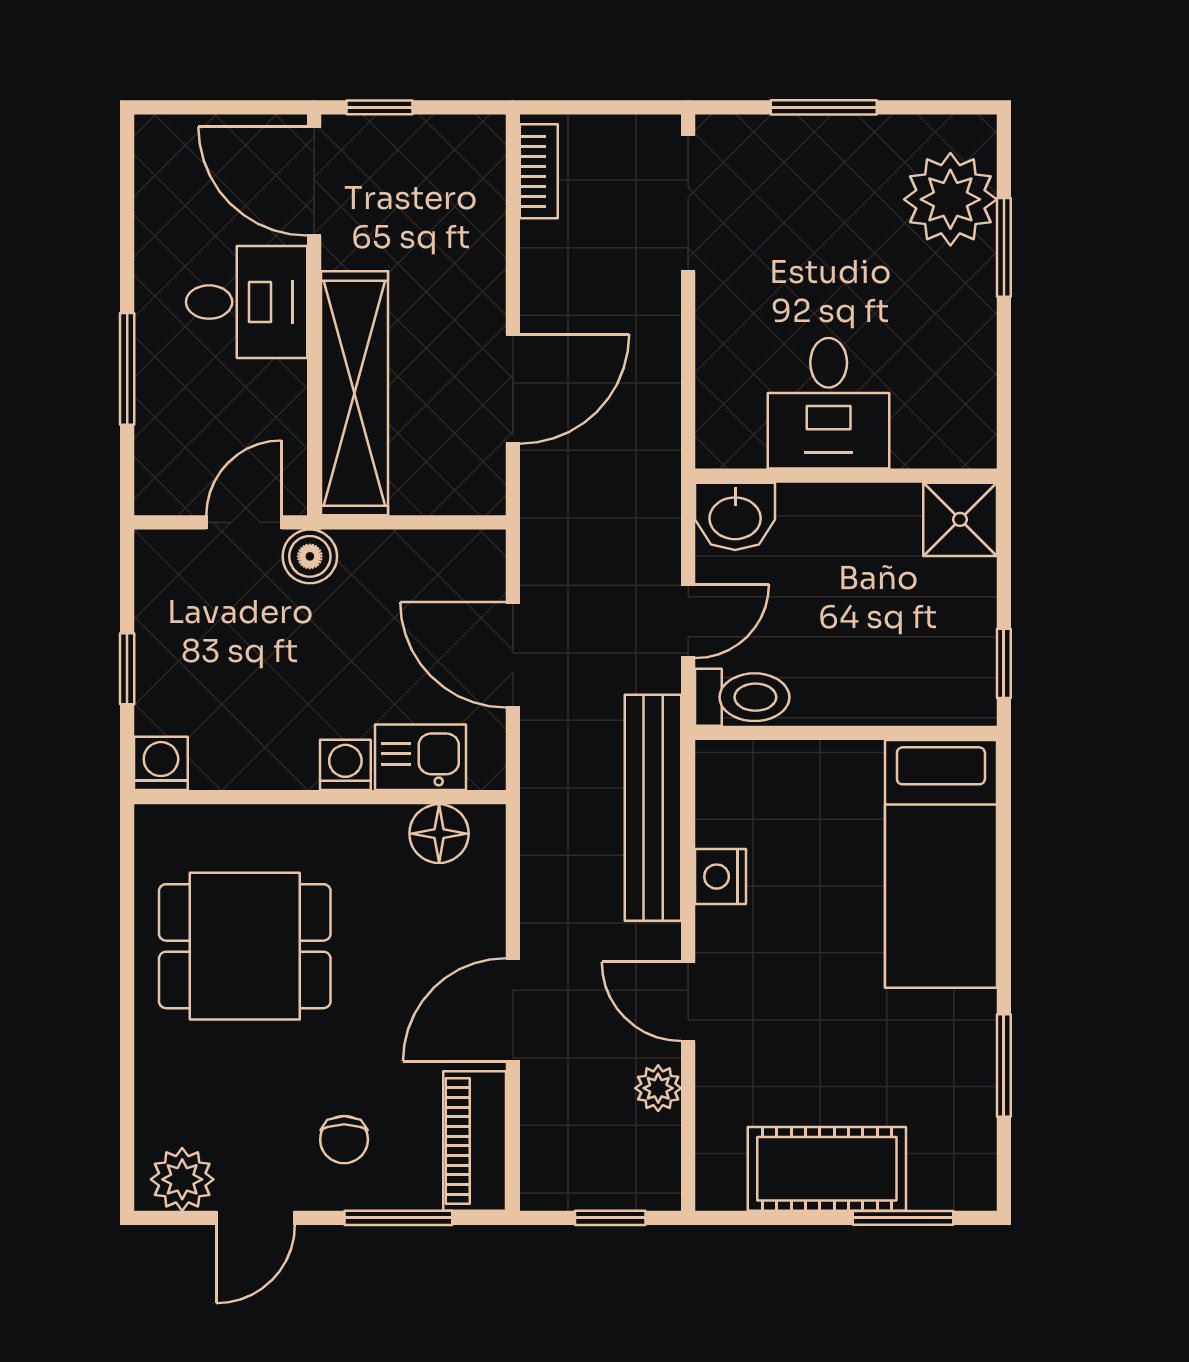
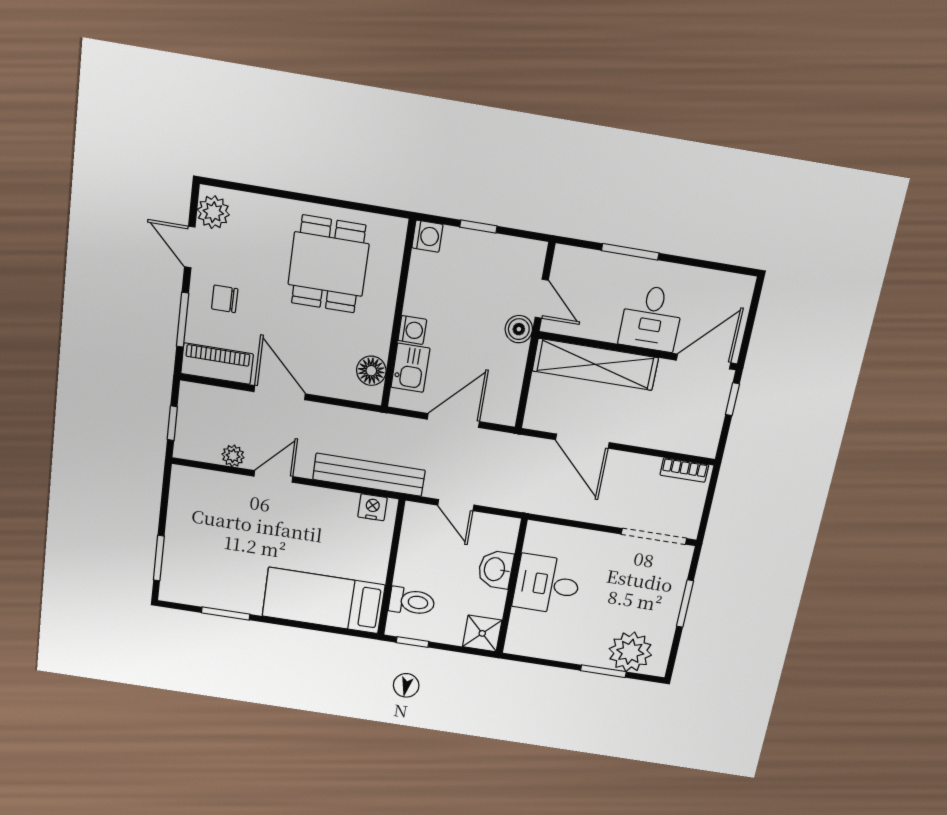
washbasin: (735, 516) -> (495, 569), moved
toilet: (742, 697) -> (412, 602), moved, turned -90
nightstand: (721, 877) -> (372, 507), moved
cot: (827, 1169) -> (186, 528), removed

